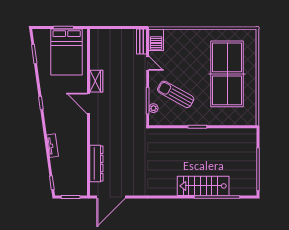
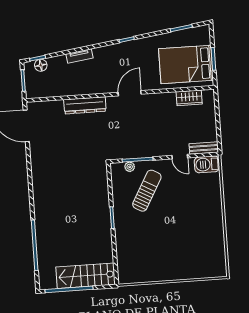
door: (148, 63) -> (180, 157), hinge flipped
table tennis table: (227, 74) -> (174, 247), removed
wardrobe: (96, 81) -> (189, 98), moved
dresser: (96, 163) -> (85, 105), moved
floor lamp: (58, 180) -> (41, 65), added
stairs: (203, 186) -> (86, 276), moved, turned -90

